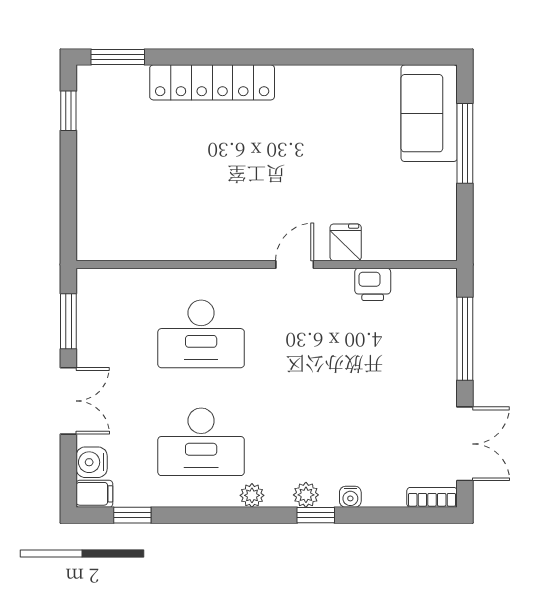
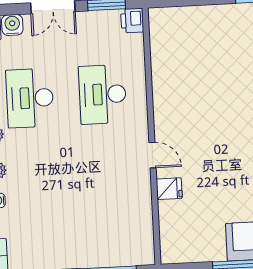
printer: (373, 284) -> (132, 20), moved

